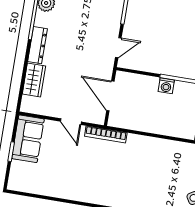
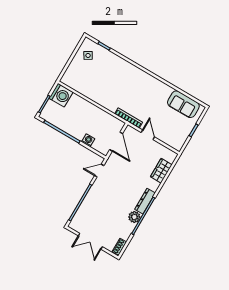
dresser: (37, 45) -> (145, 201), moved
washing machine: (166, 86) -> (88, 140), moved
sofa: (28, 139) -> (183, 104), moved, turned -90

